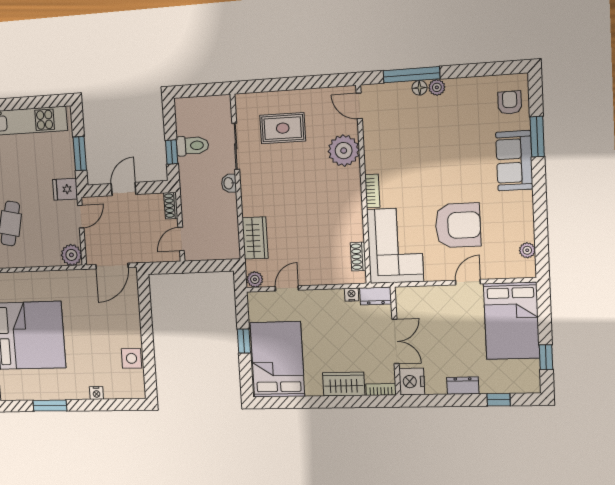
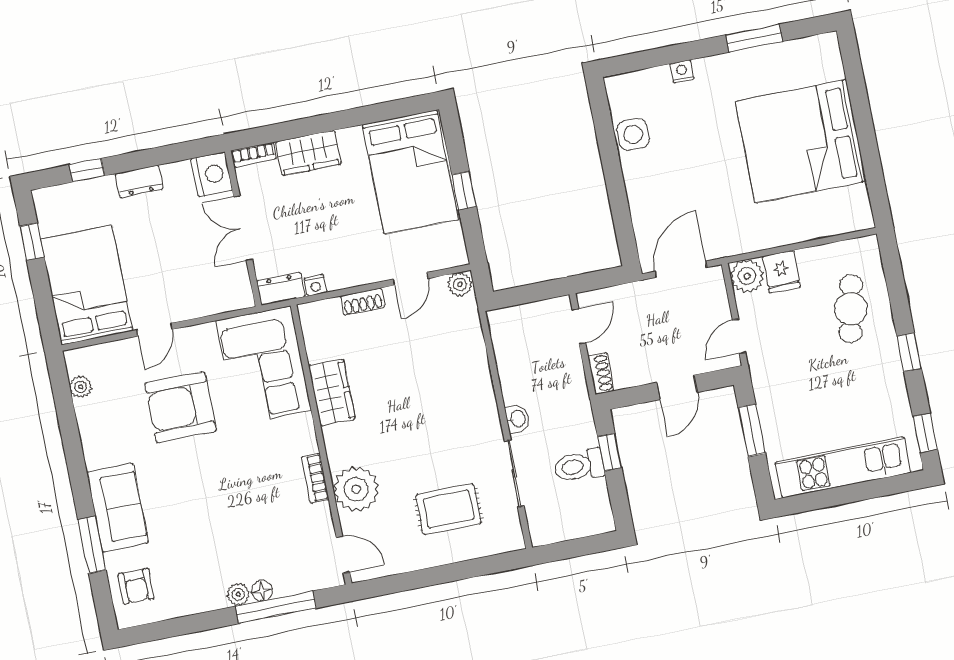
fridge: (65, 189) -> (782, 272), moved, turned 90
bookcase: (372, 191) -> (315, 478), moved
wardrobe: (255, 238) -> (332, 393), moved, turned 180
shoe rack: (358, 257) -> (363, 302), moved, turned 90

